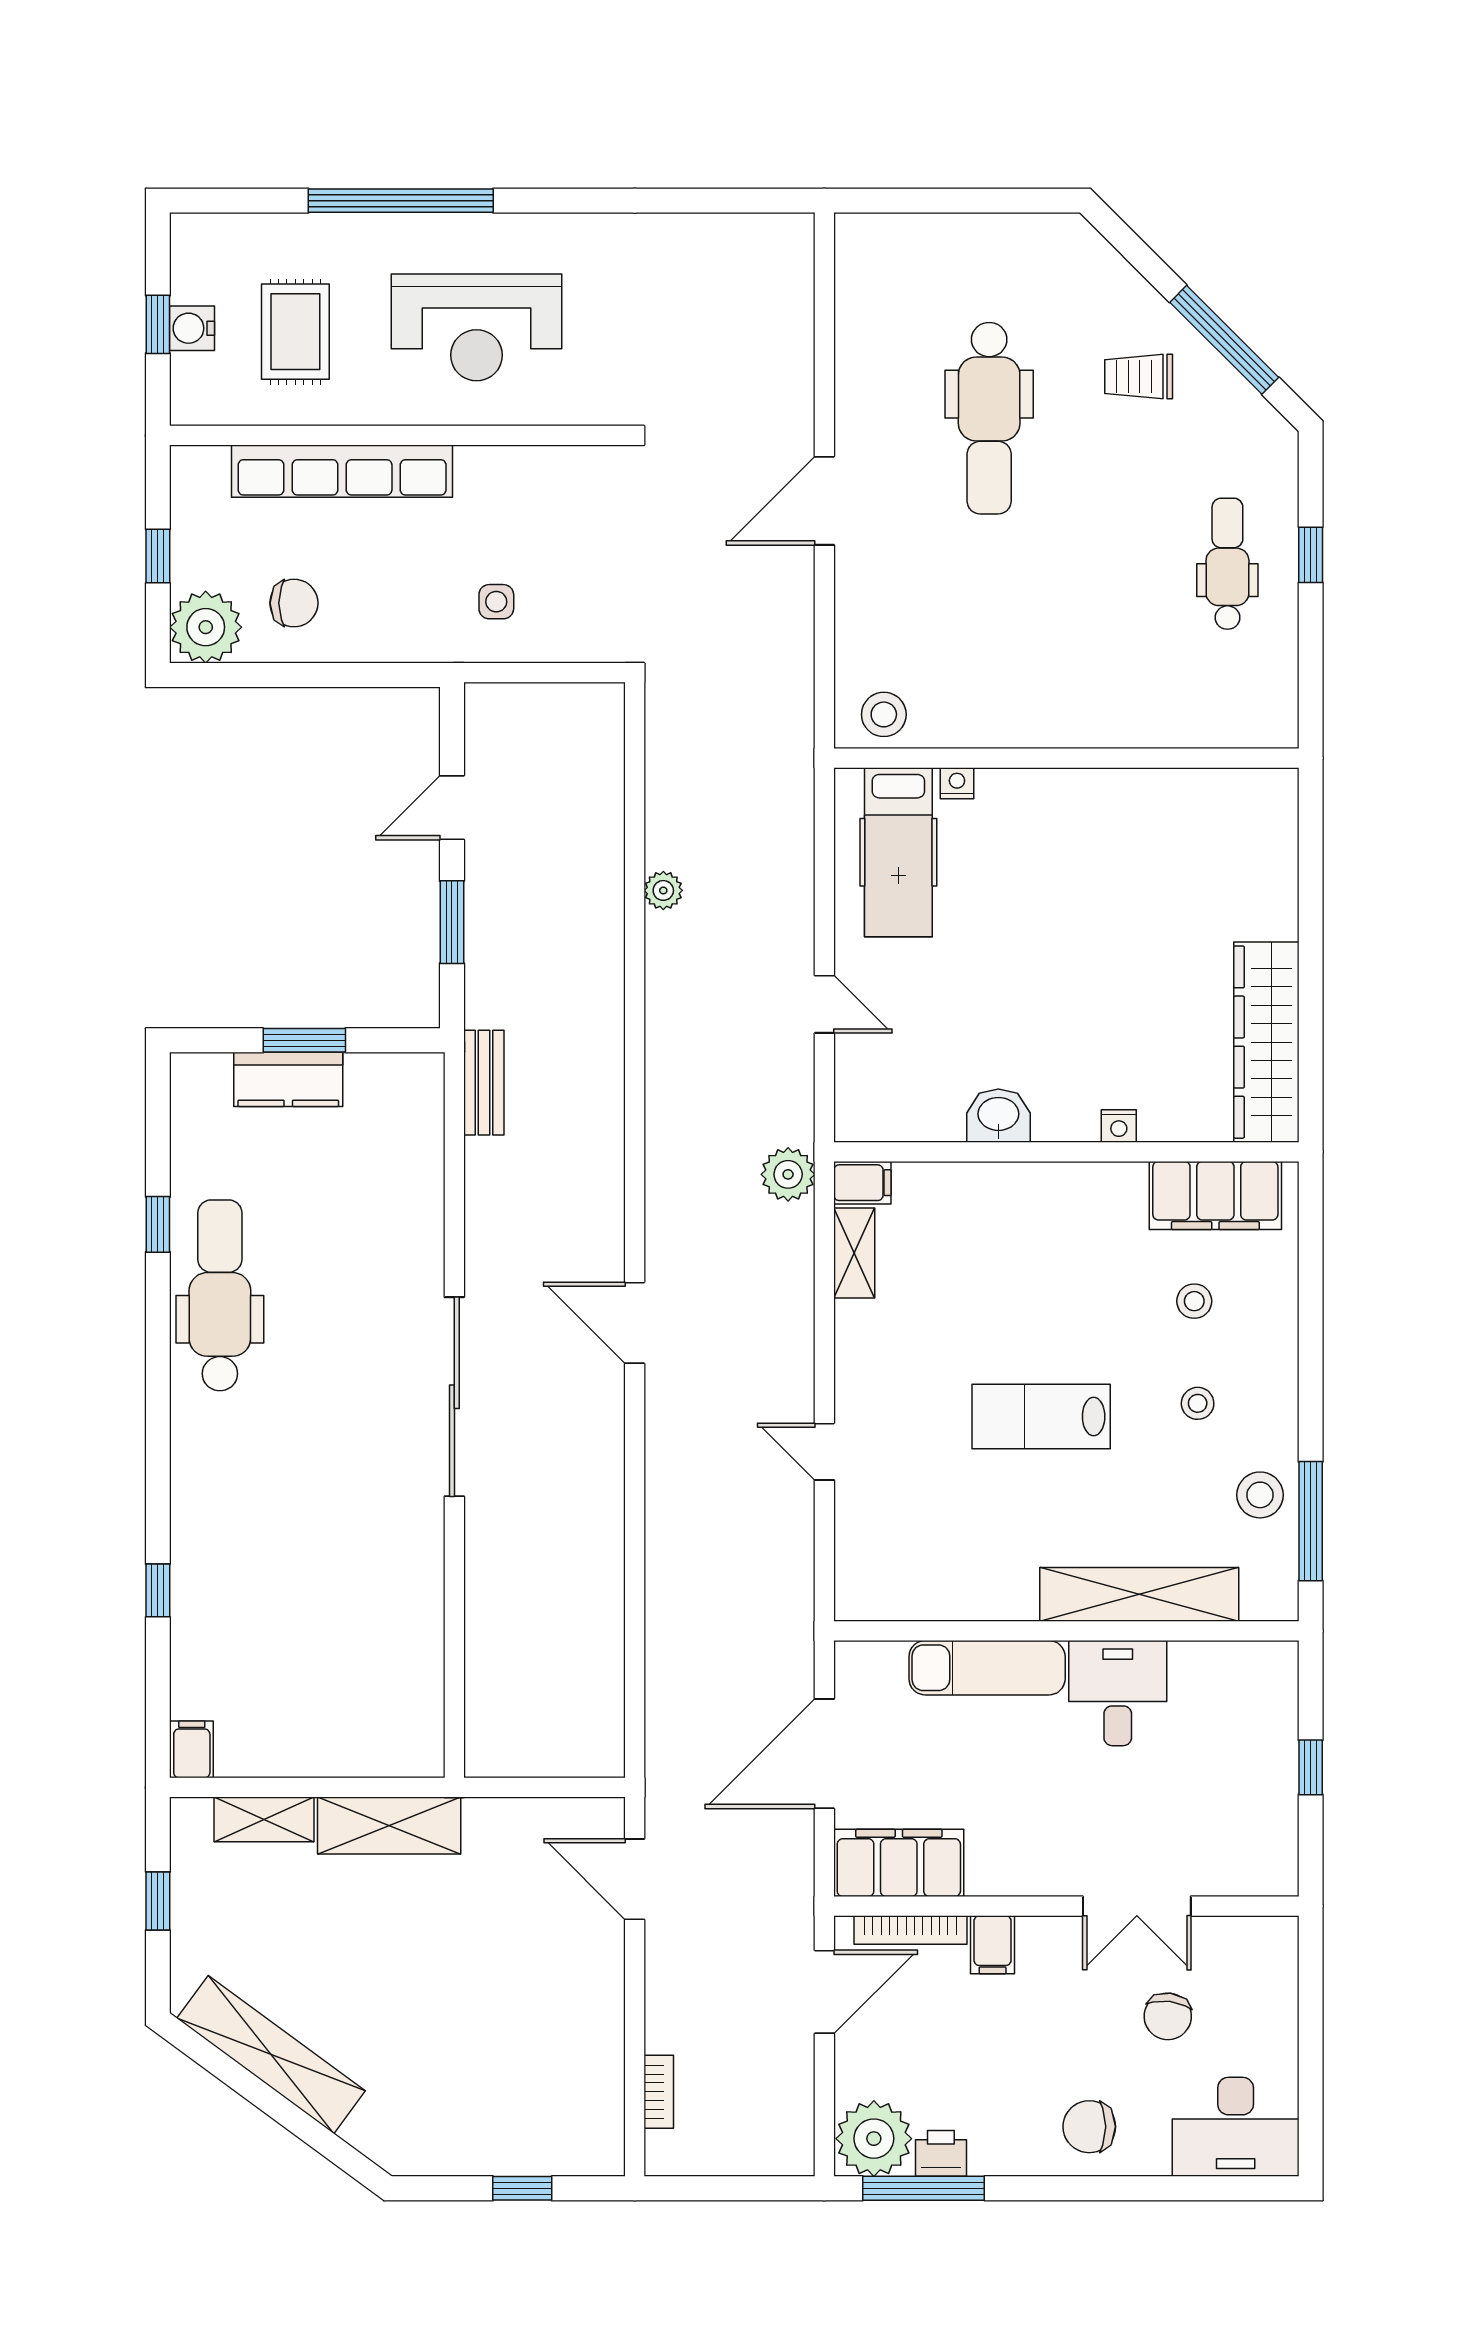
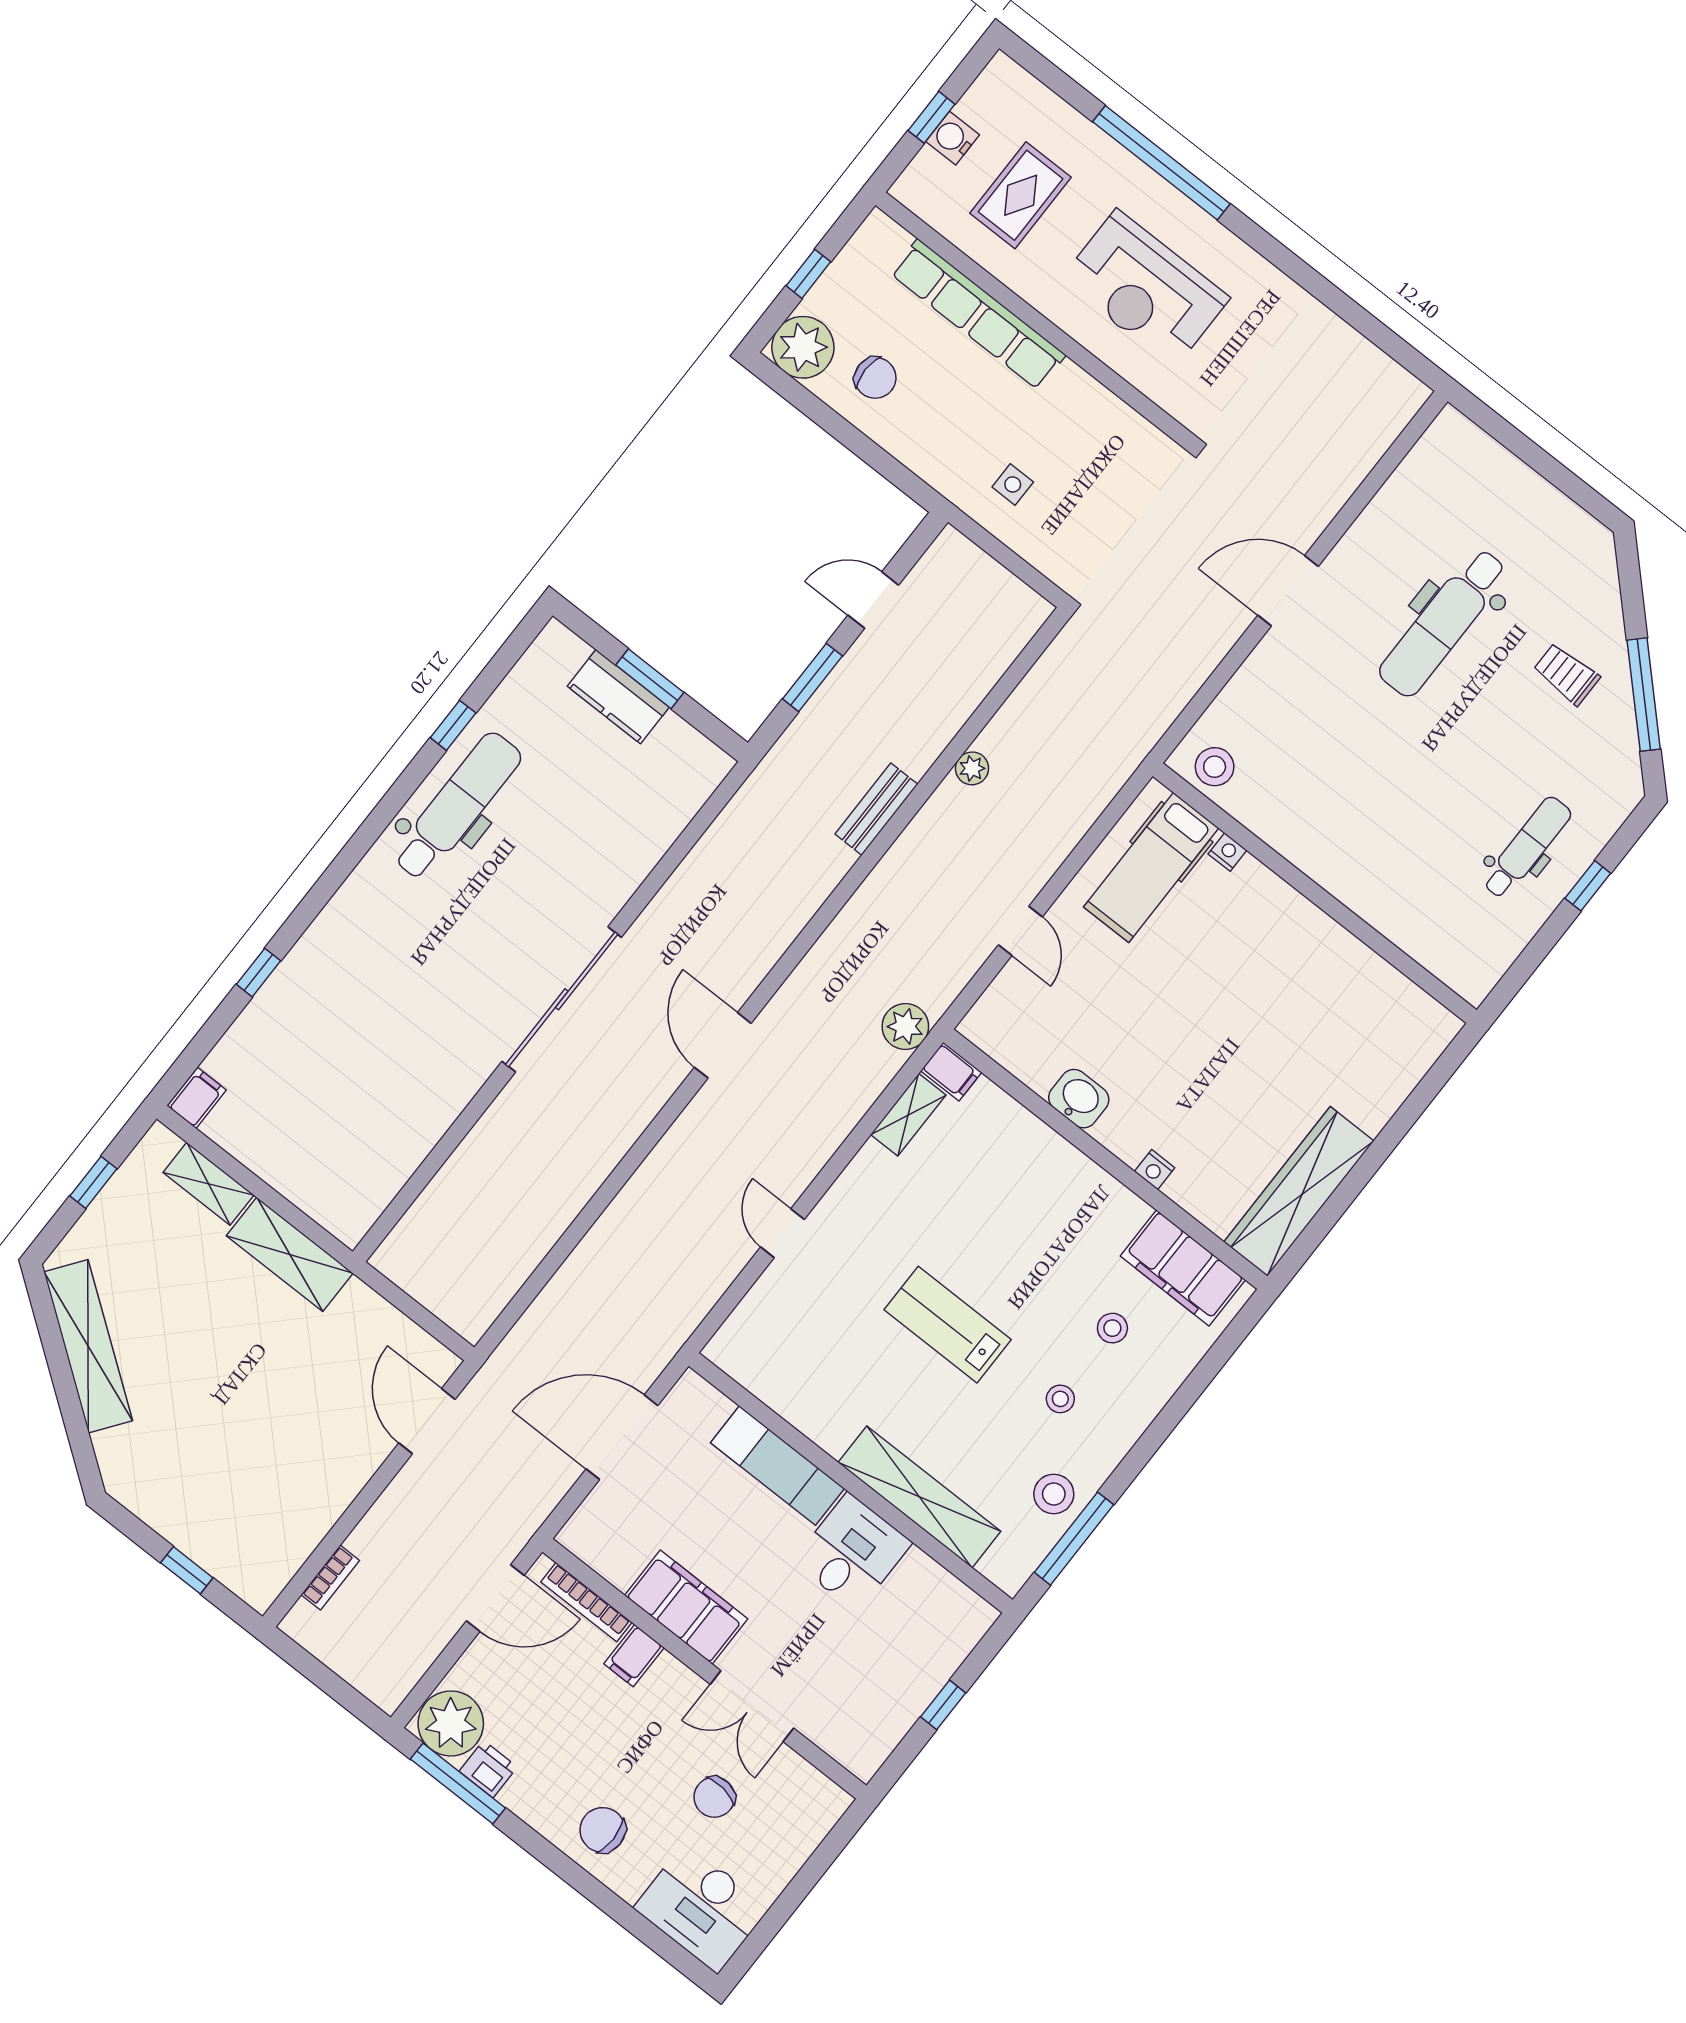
bench: (484, 1083) -> (876, 809), moved
filing cabinet: (899, 1863) -> (686, 1607), moved

